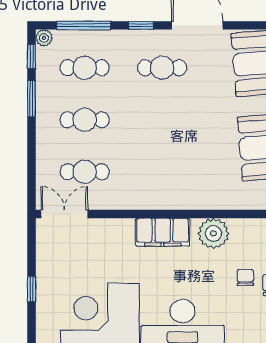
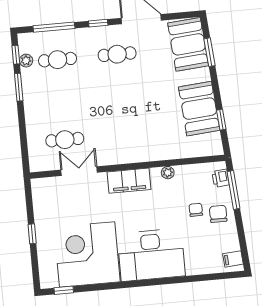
plant: (44, 38) -> (26, 61), moved
cafe table: (85, 120) -> (61, 100), removed
double door: (64, 214) -> (79, 171), moved
plant: (213, 233) -> (168, 173), width x0.53, depth x0.53

